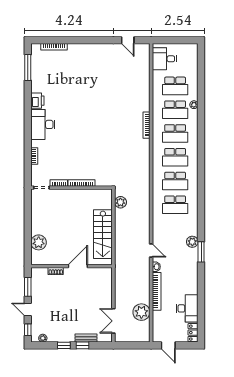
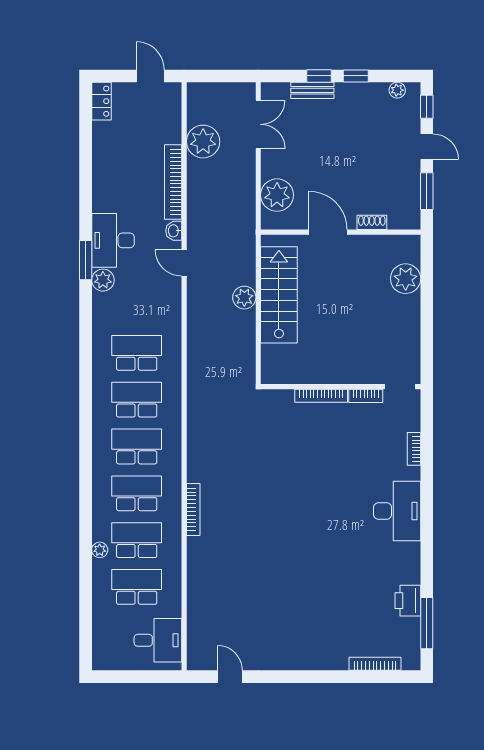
printer: (37, 101) -> (408, 601), moved
plant: (120, 202) -> (244, 298), moved
door: (78, 266) -> (328, 232), swing flipped
plant: (104, 285) -> (277, 195), added
desk: (187, 308) -> (113, 240), moved

